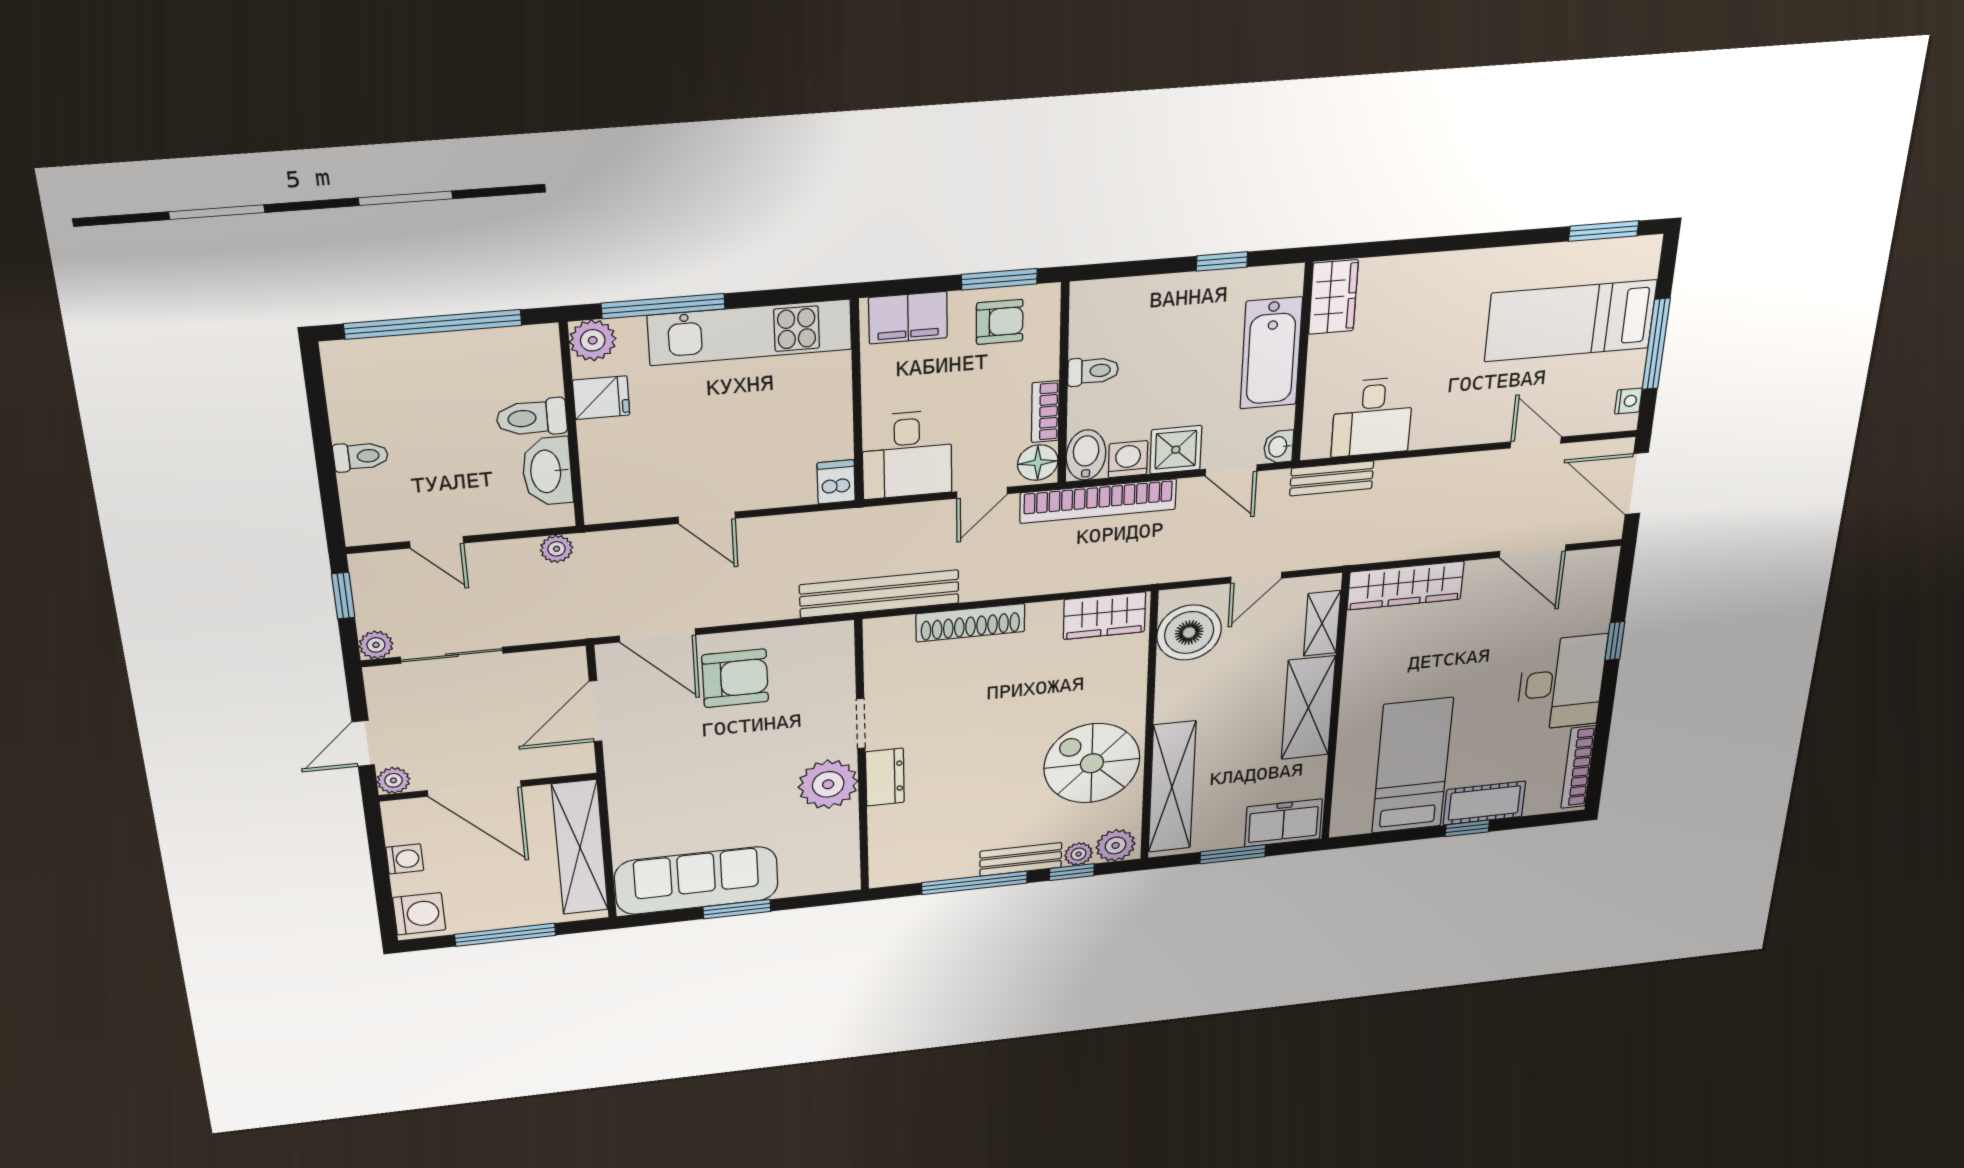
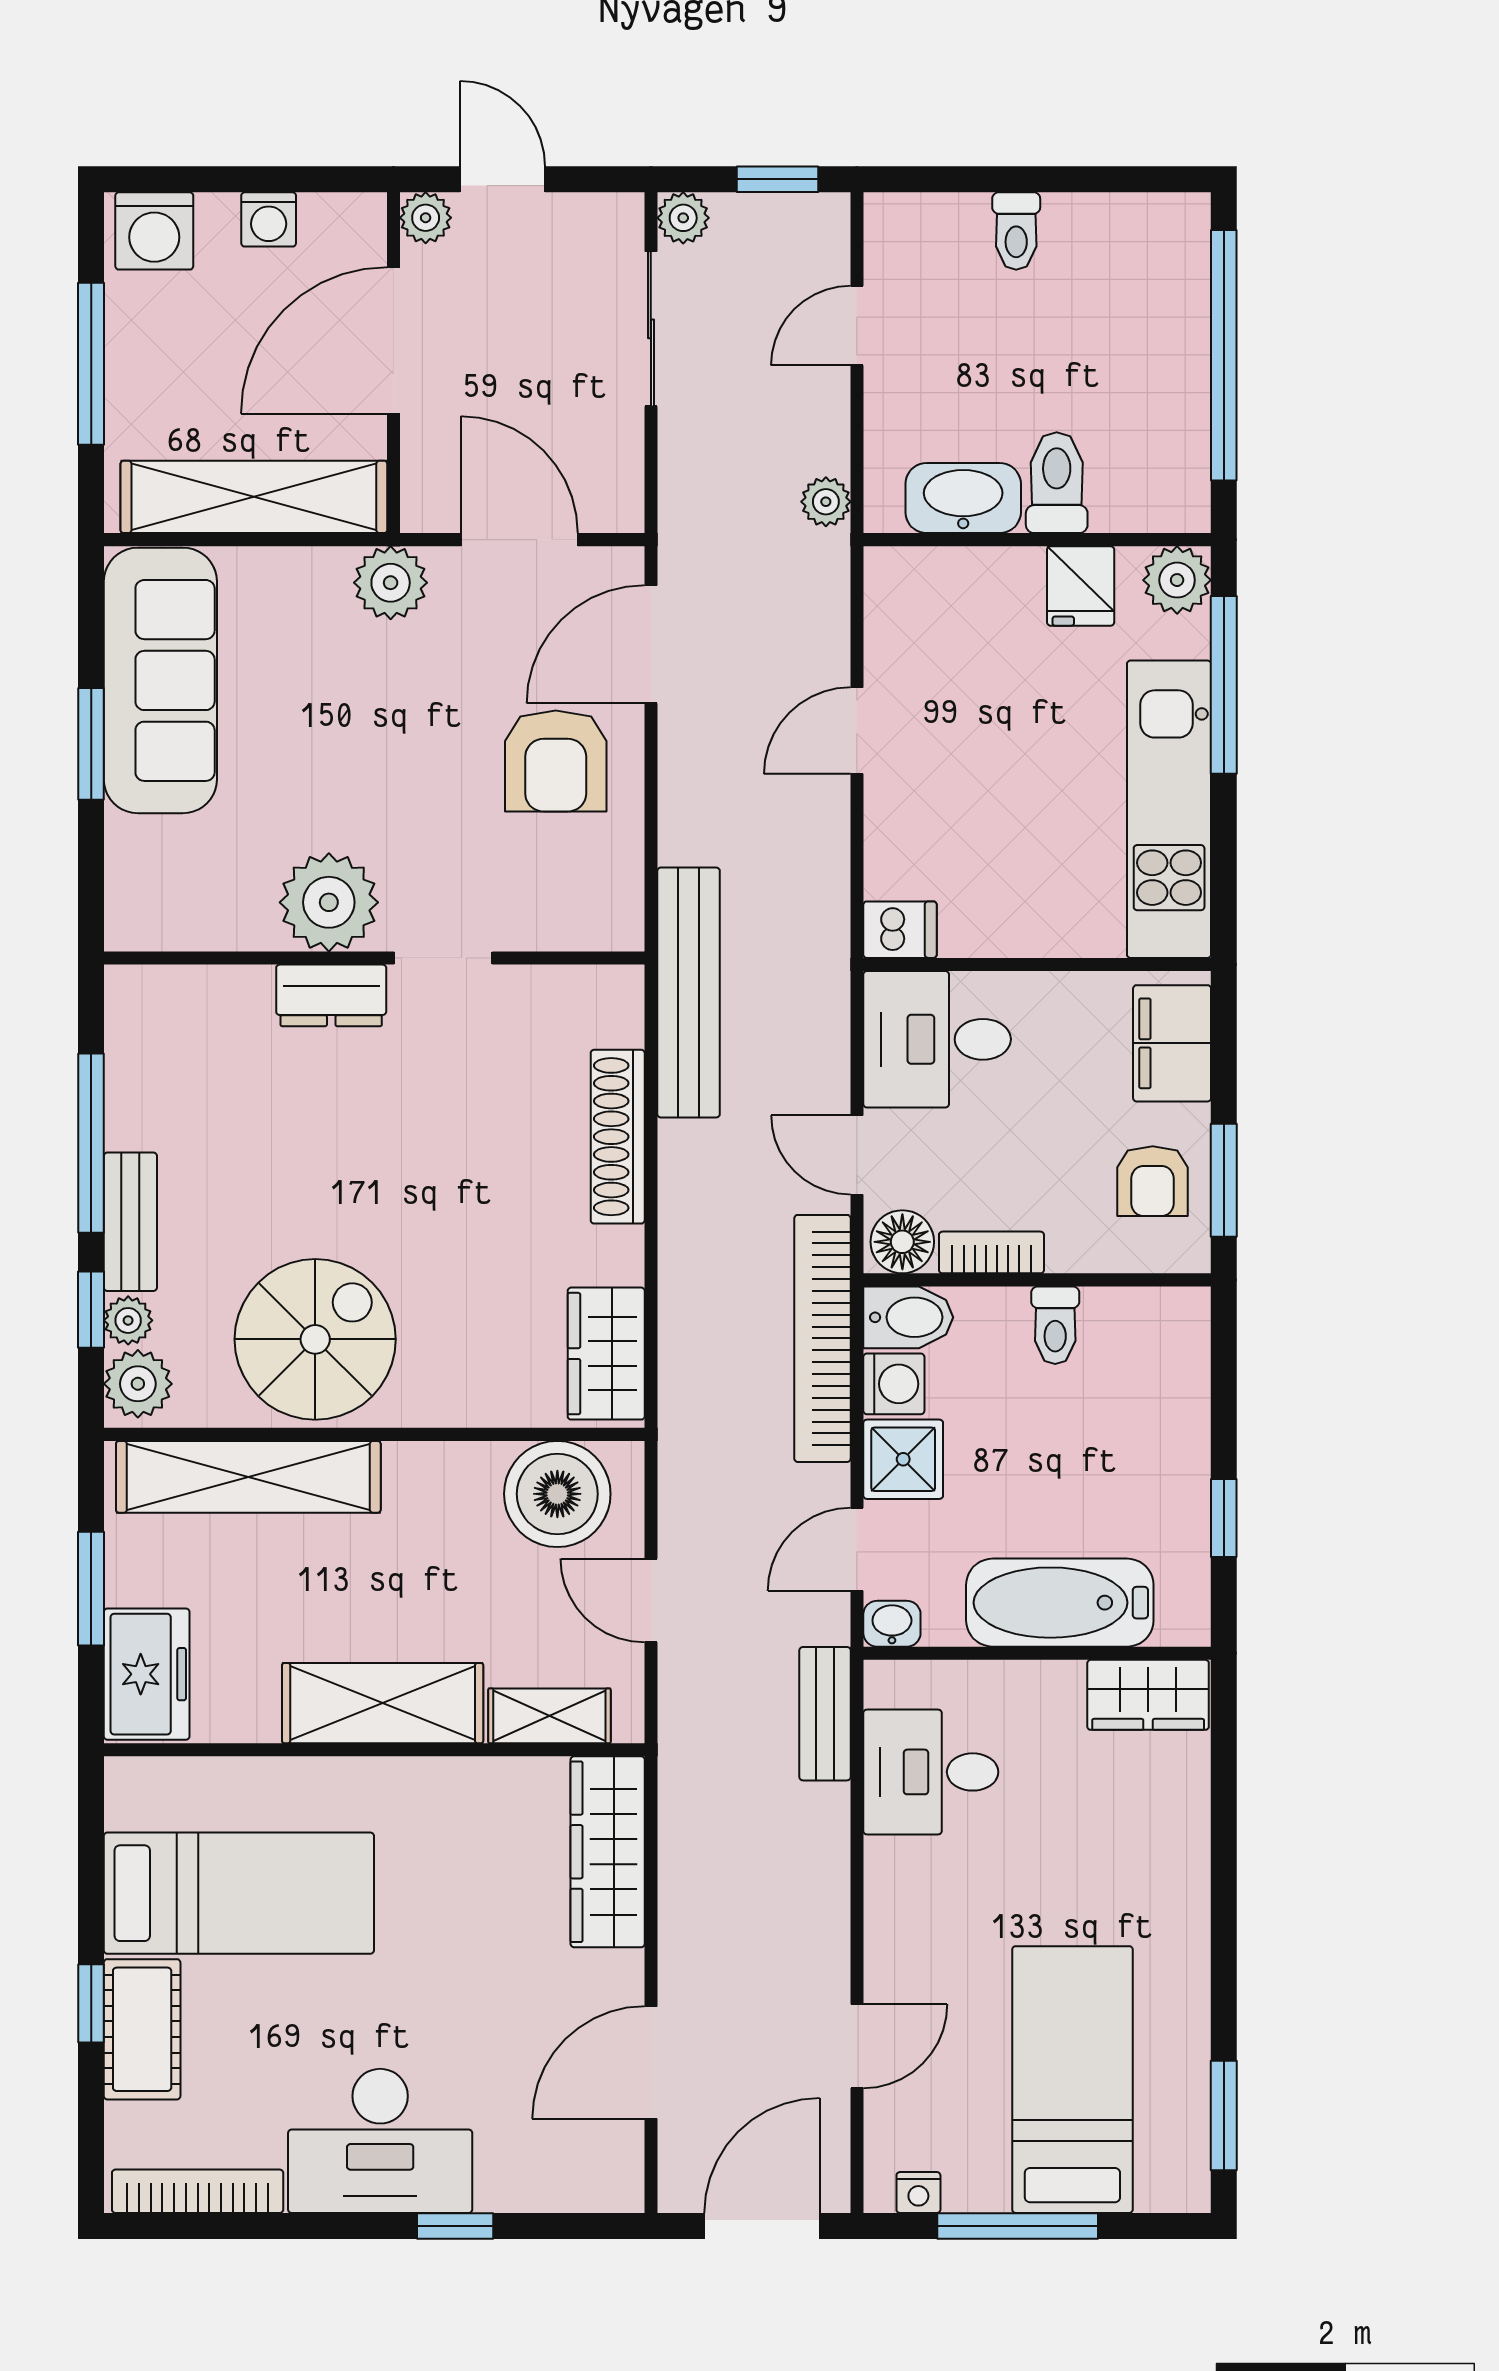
plant: (628, 774) -> (391, 583), added

